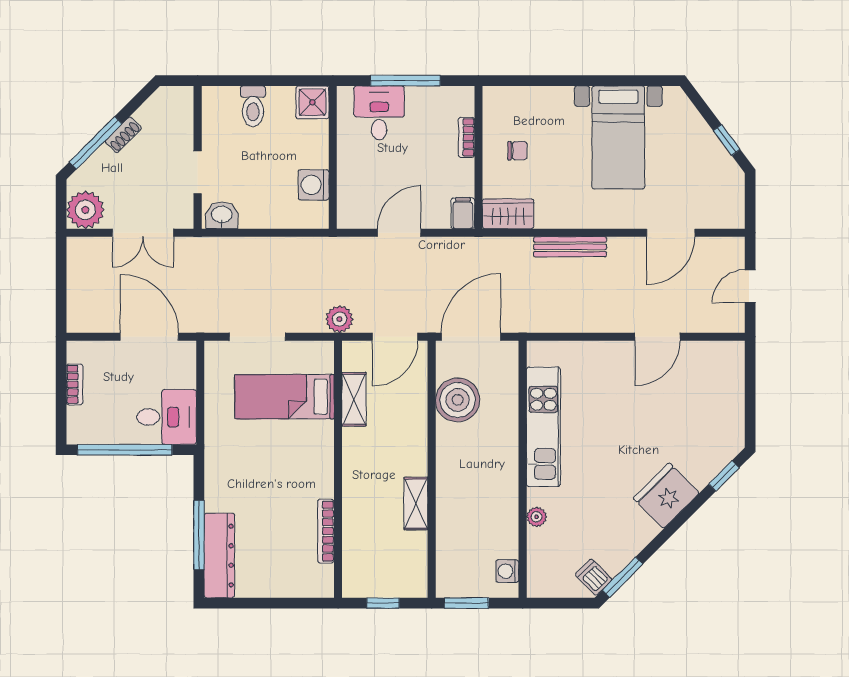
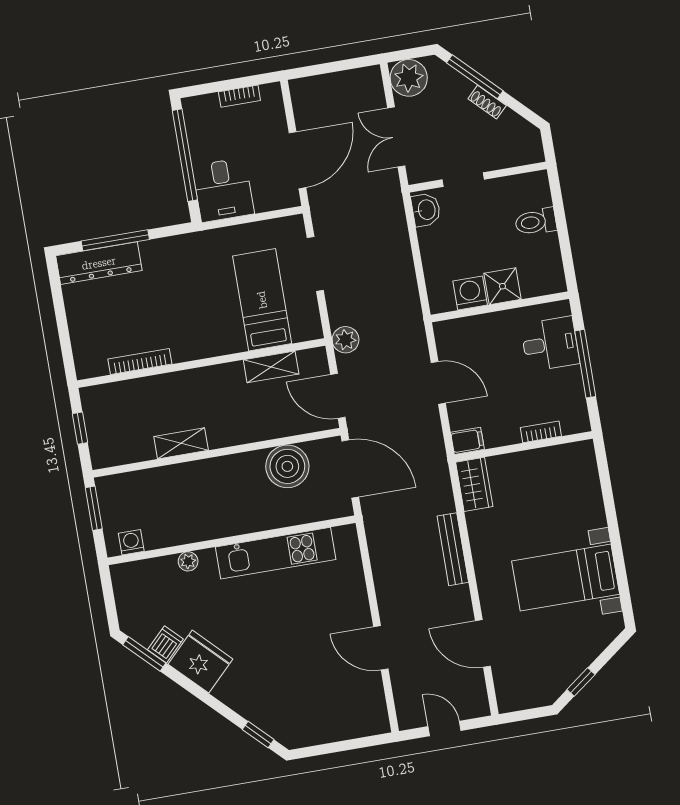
shower: (312, 102) -> (502, 286), moved
chair: (517, 151) -> (536, 483), removed
fridge: (666, 496) -> (200, 662), moved
dishwasher: (594, 577) -> (165, 644), moved

